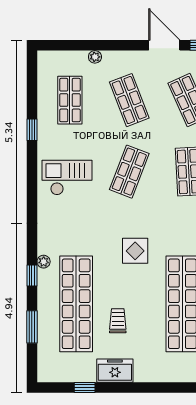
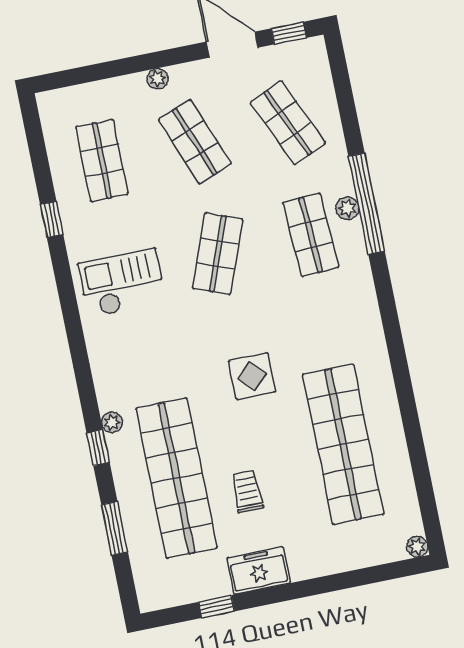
plant: (95, 57) -> (158, 79), moved

